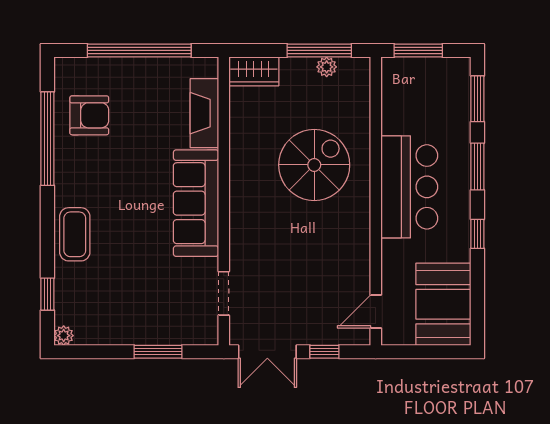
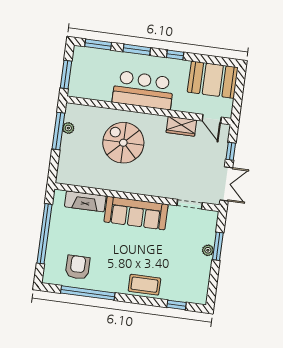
wardrobe: (254, 71) -> (181, 126), moved, turned 90
plant: (64, 336) -> (208, 250), moved

